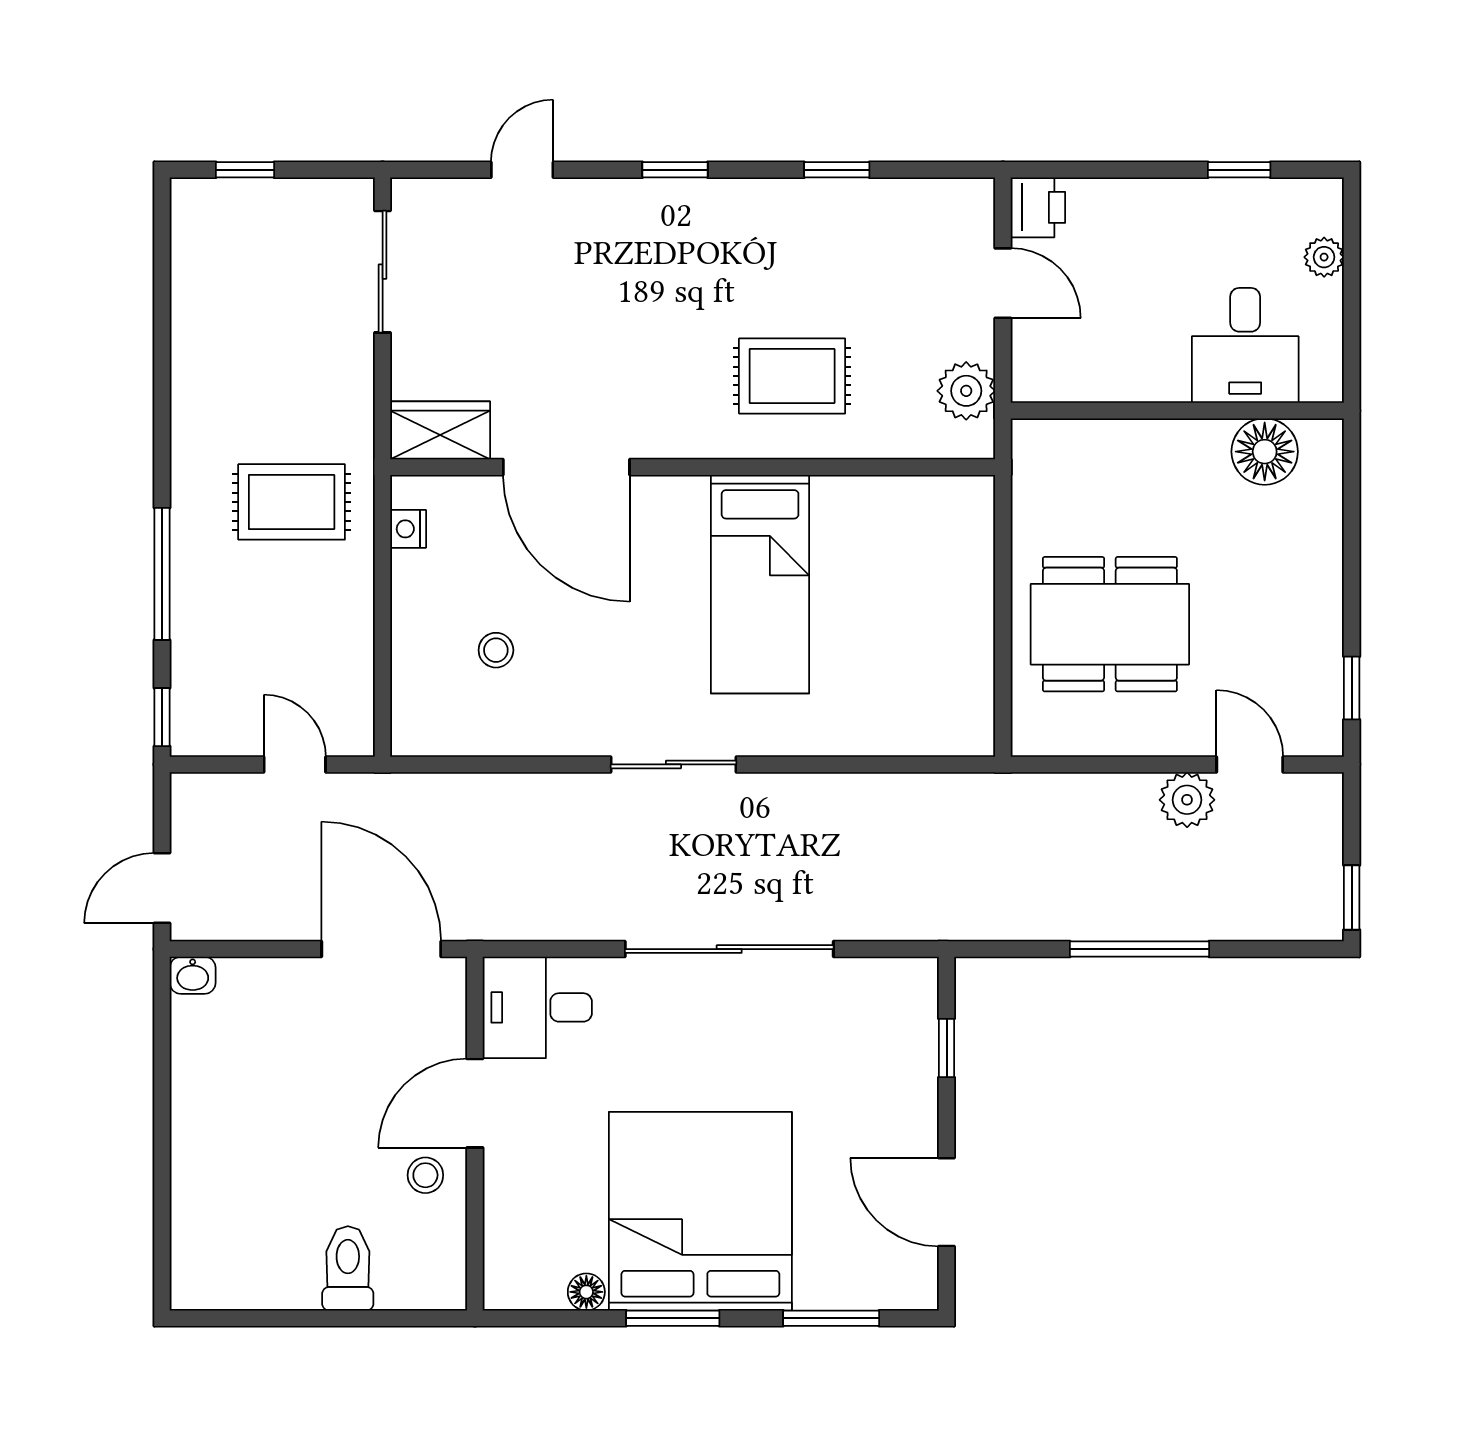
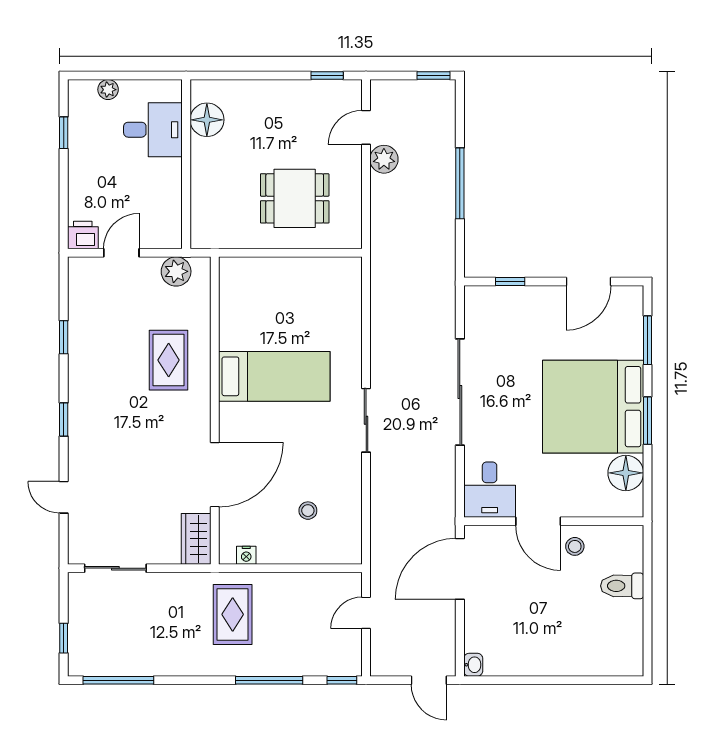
window: (162, 278) -> (118, 680), added
dining table: (1110, 624) -> (295, 198), width x0.73
floor lamp: (586, 1292) -> (626, 473), width x1.89, depth x1.89

